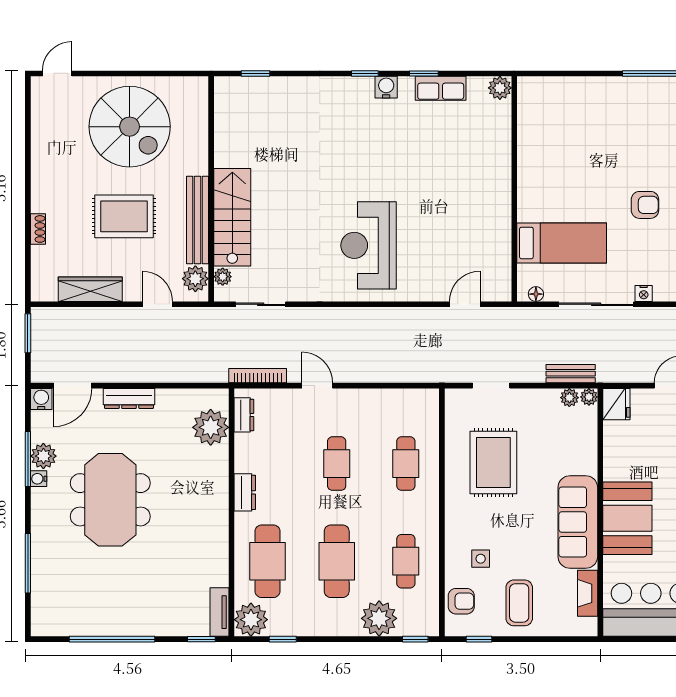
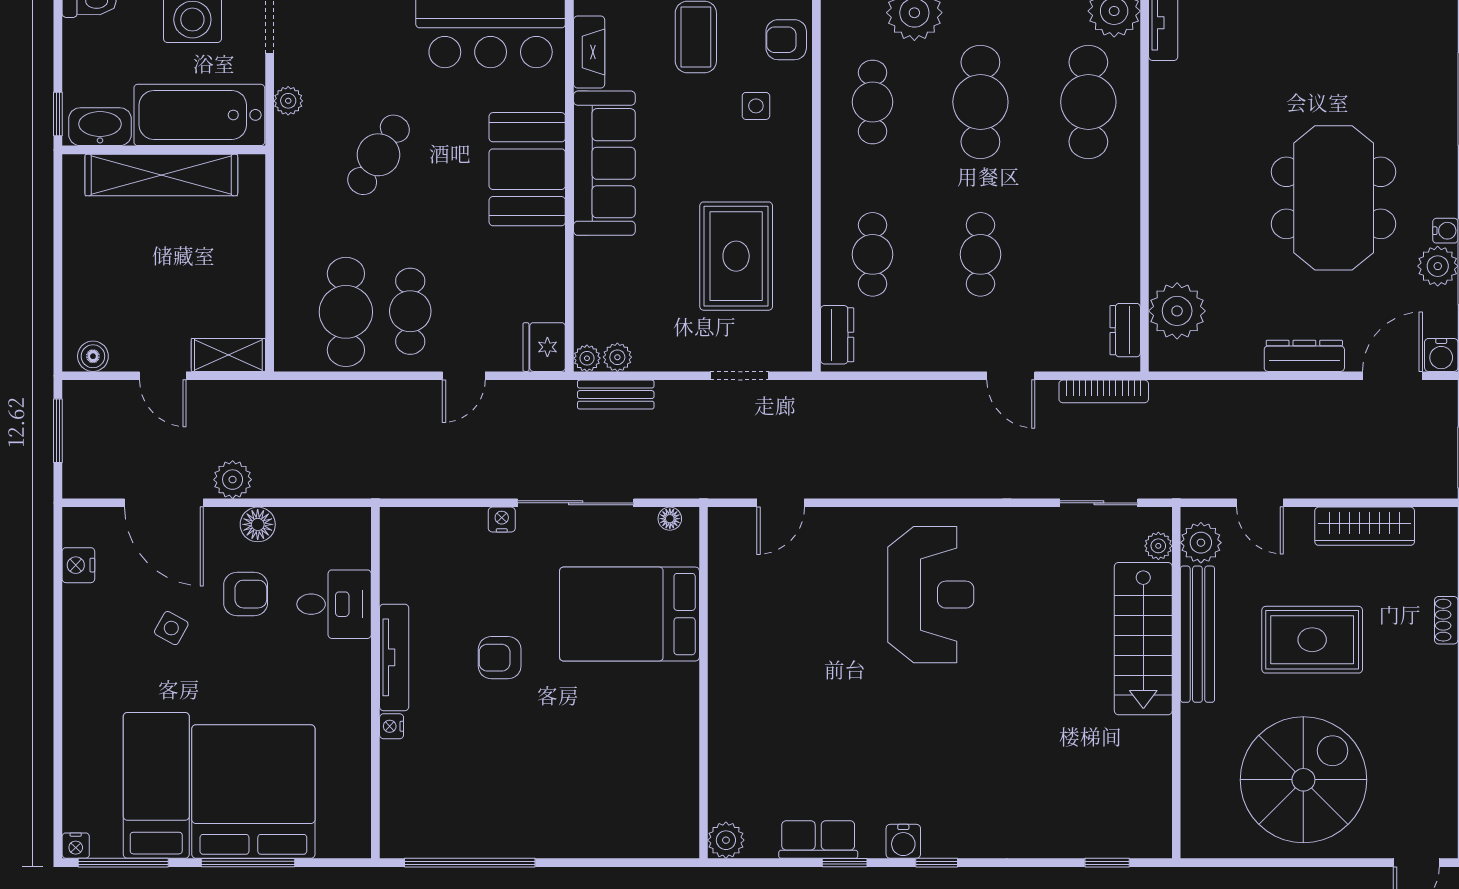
spiral stairs: (130, 127) -> (1303, 780), turned 90
bed: (562, 243) -> (629, 614), width x1.50
dresser: (245, 492) -> (837, 335), moved, turned 180

